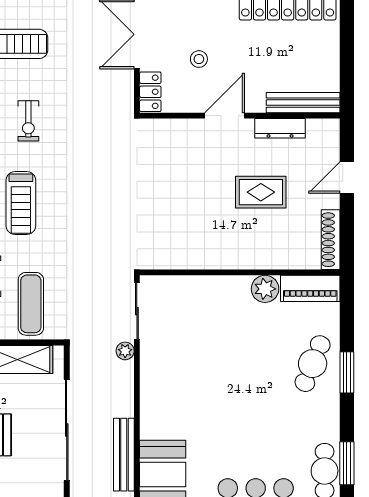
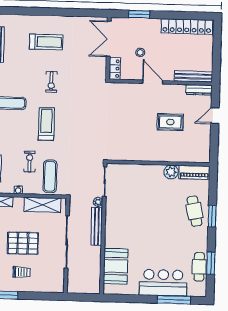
door: (225, 116) -> (153, 82), hinge flipped
dresser: (280, 128) -> (199, 90), moved
treadmill: (21, 203) -> (46, 124), turned 180
shoe rack: (331, 240) -> (206, 147), removed
cafe table: (313, 364) -> (195, 211), turned -34
bench: (124, 455) -> (97, 226), moved

